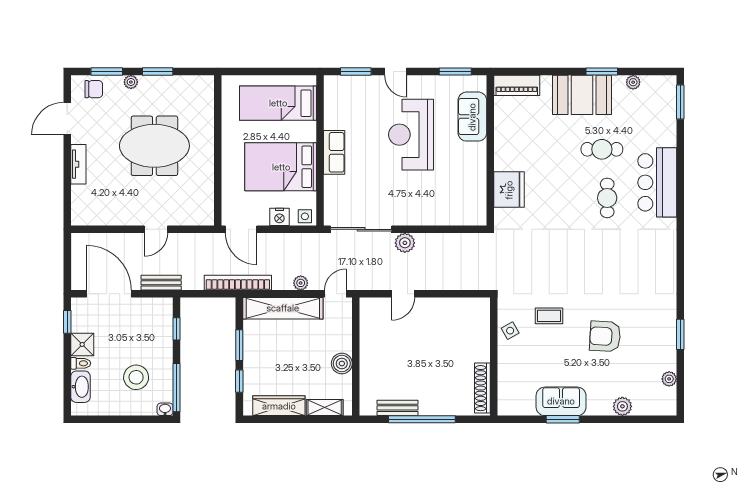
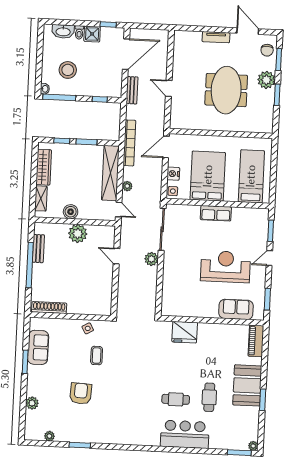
plant: (131, 82) -> (266, 80), width x1.88, depth x1.88
plant: (633, 82) -> (253, 446), moved
plant: (373, 352) -> (78, 234), added
sofa: (561, 401) -> (38, 347), moved

